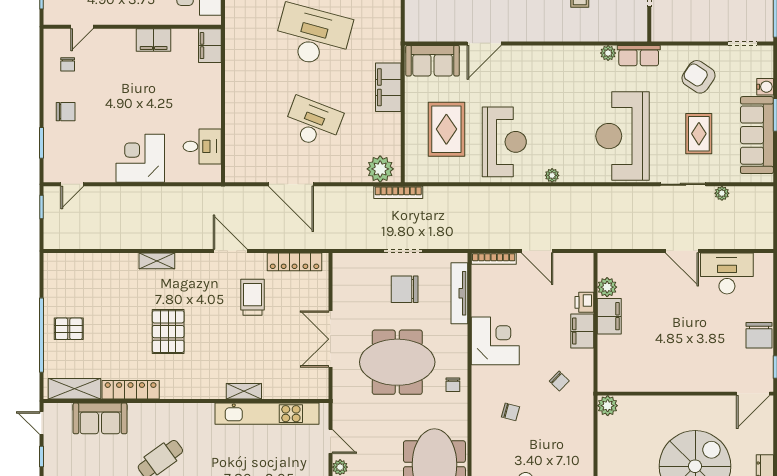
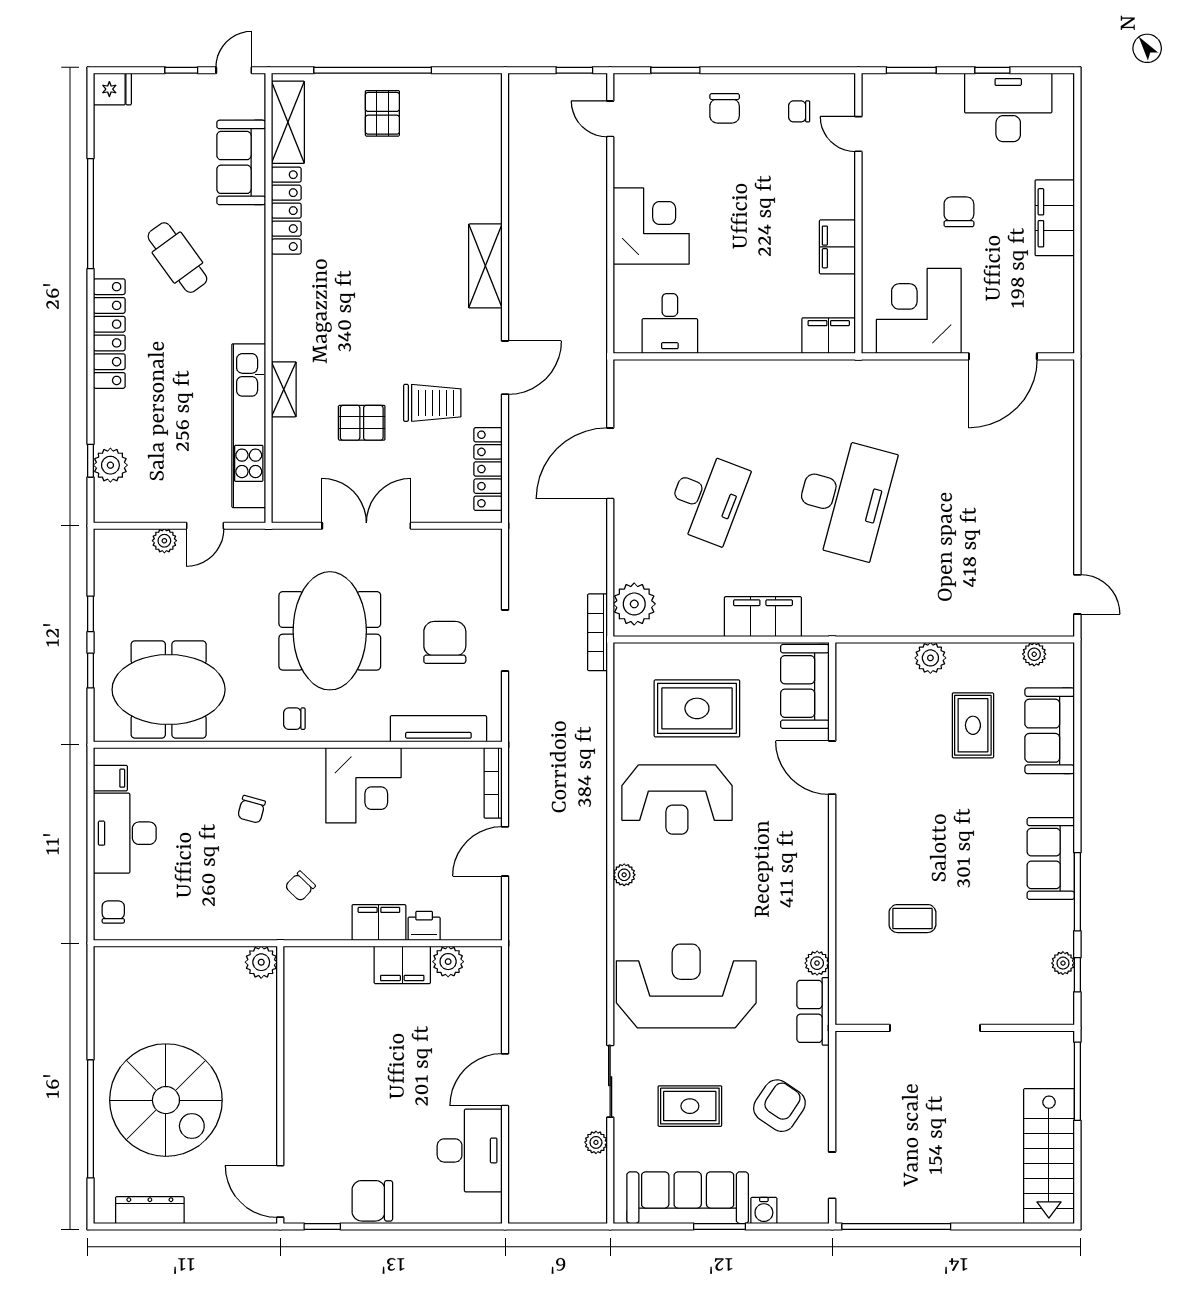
shelving: (157, 261) -> (485, 266), width x1.50, depth x1.33
pallet: (168, 332) -> (362, 423), moved, width x0.67, depth x0.71

